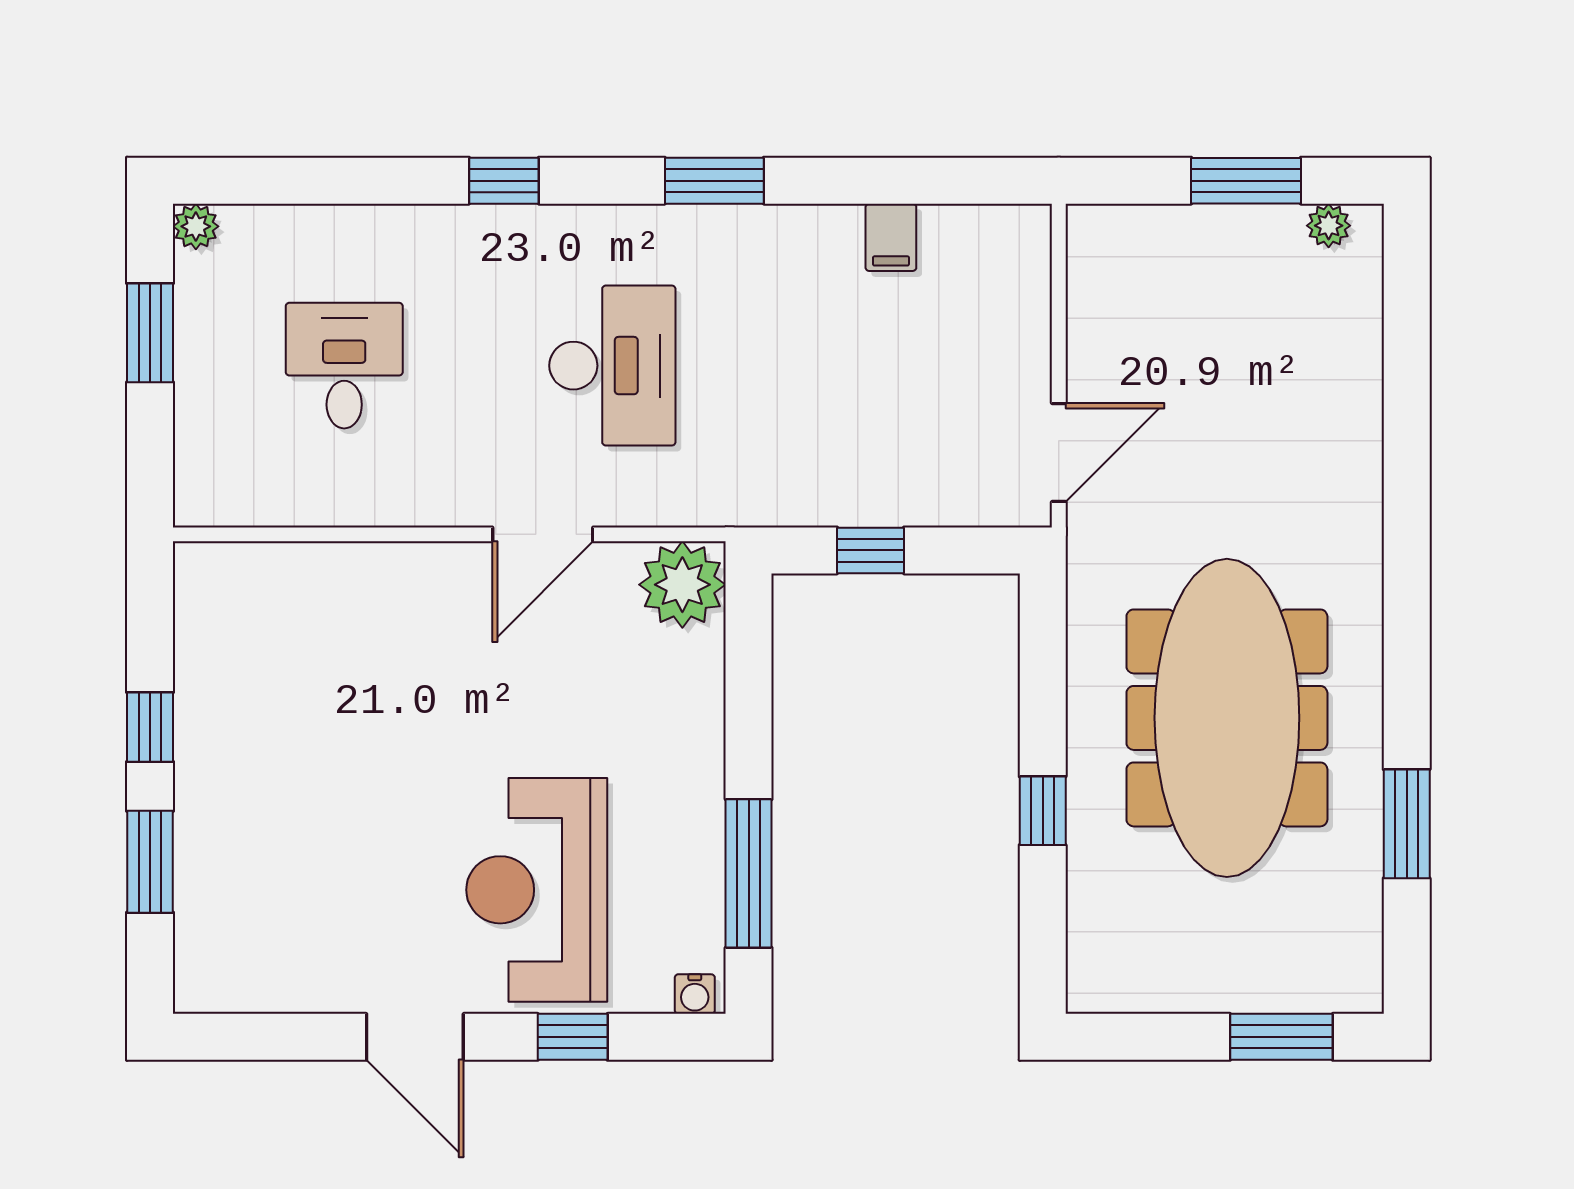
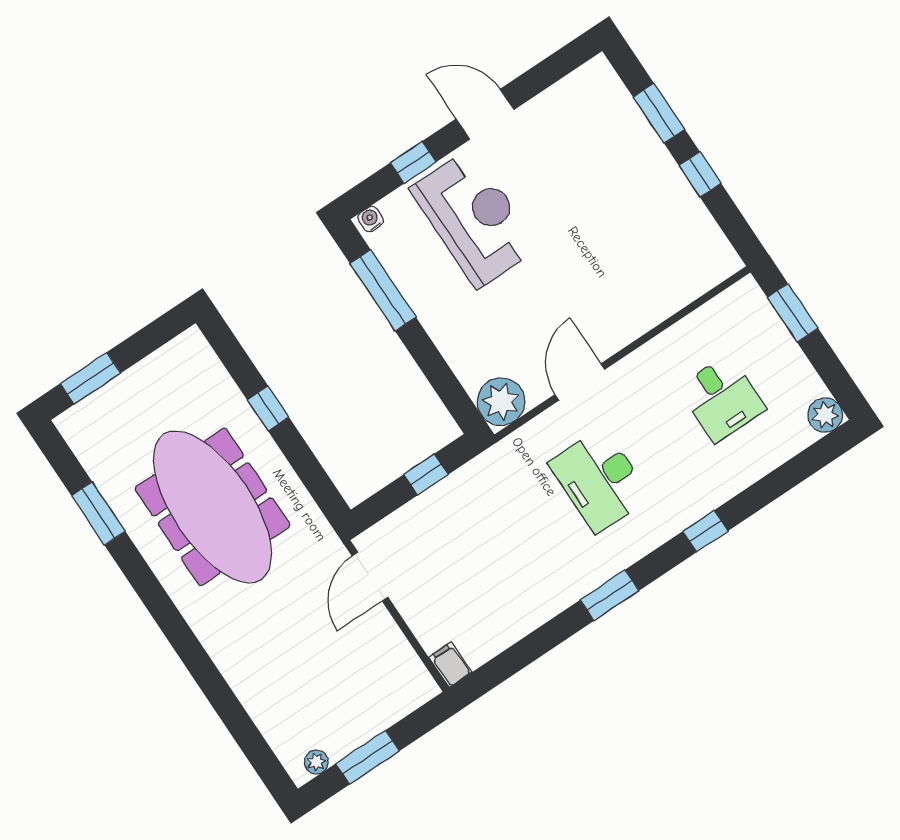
plant: (196, 226) -> (825, 415), width x1.38, depth x1.38
filing cabinet: (891, 237) -> (450, 665), moved
window: (150, 333) -> (793, 313), moved

